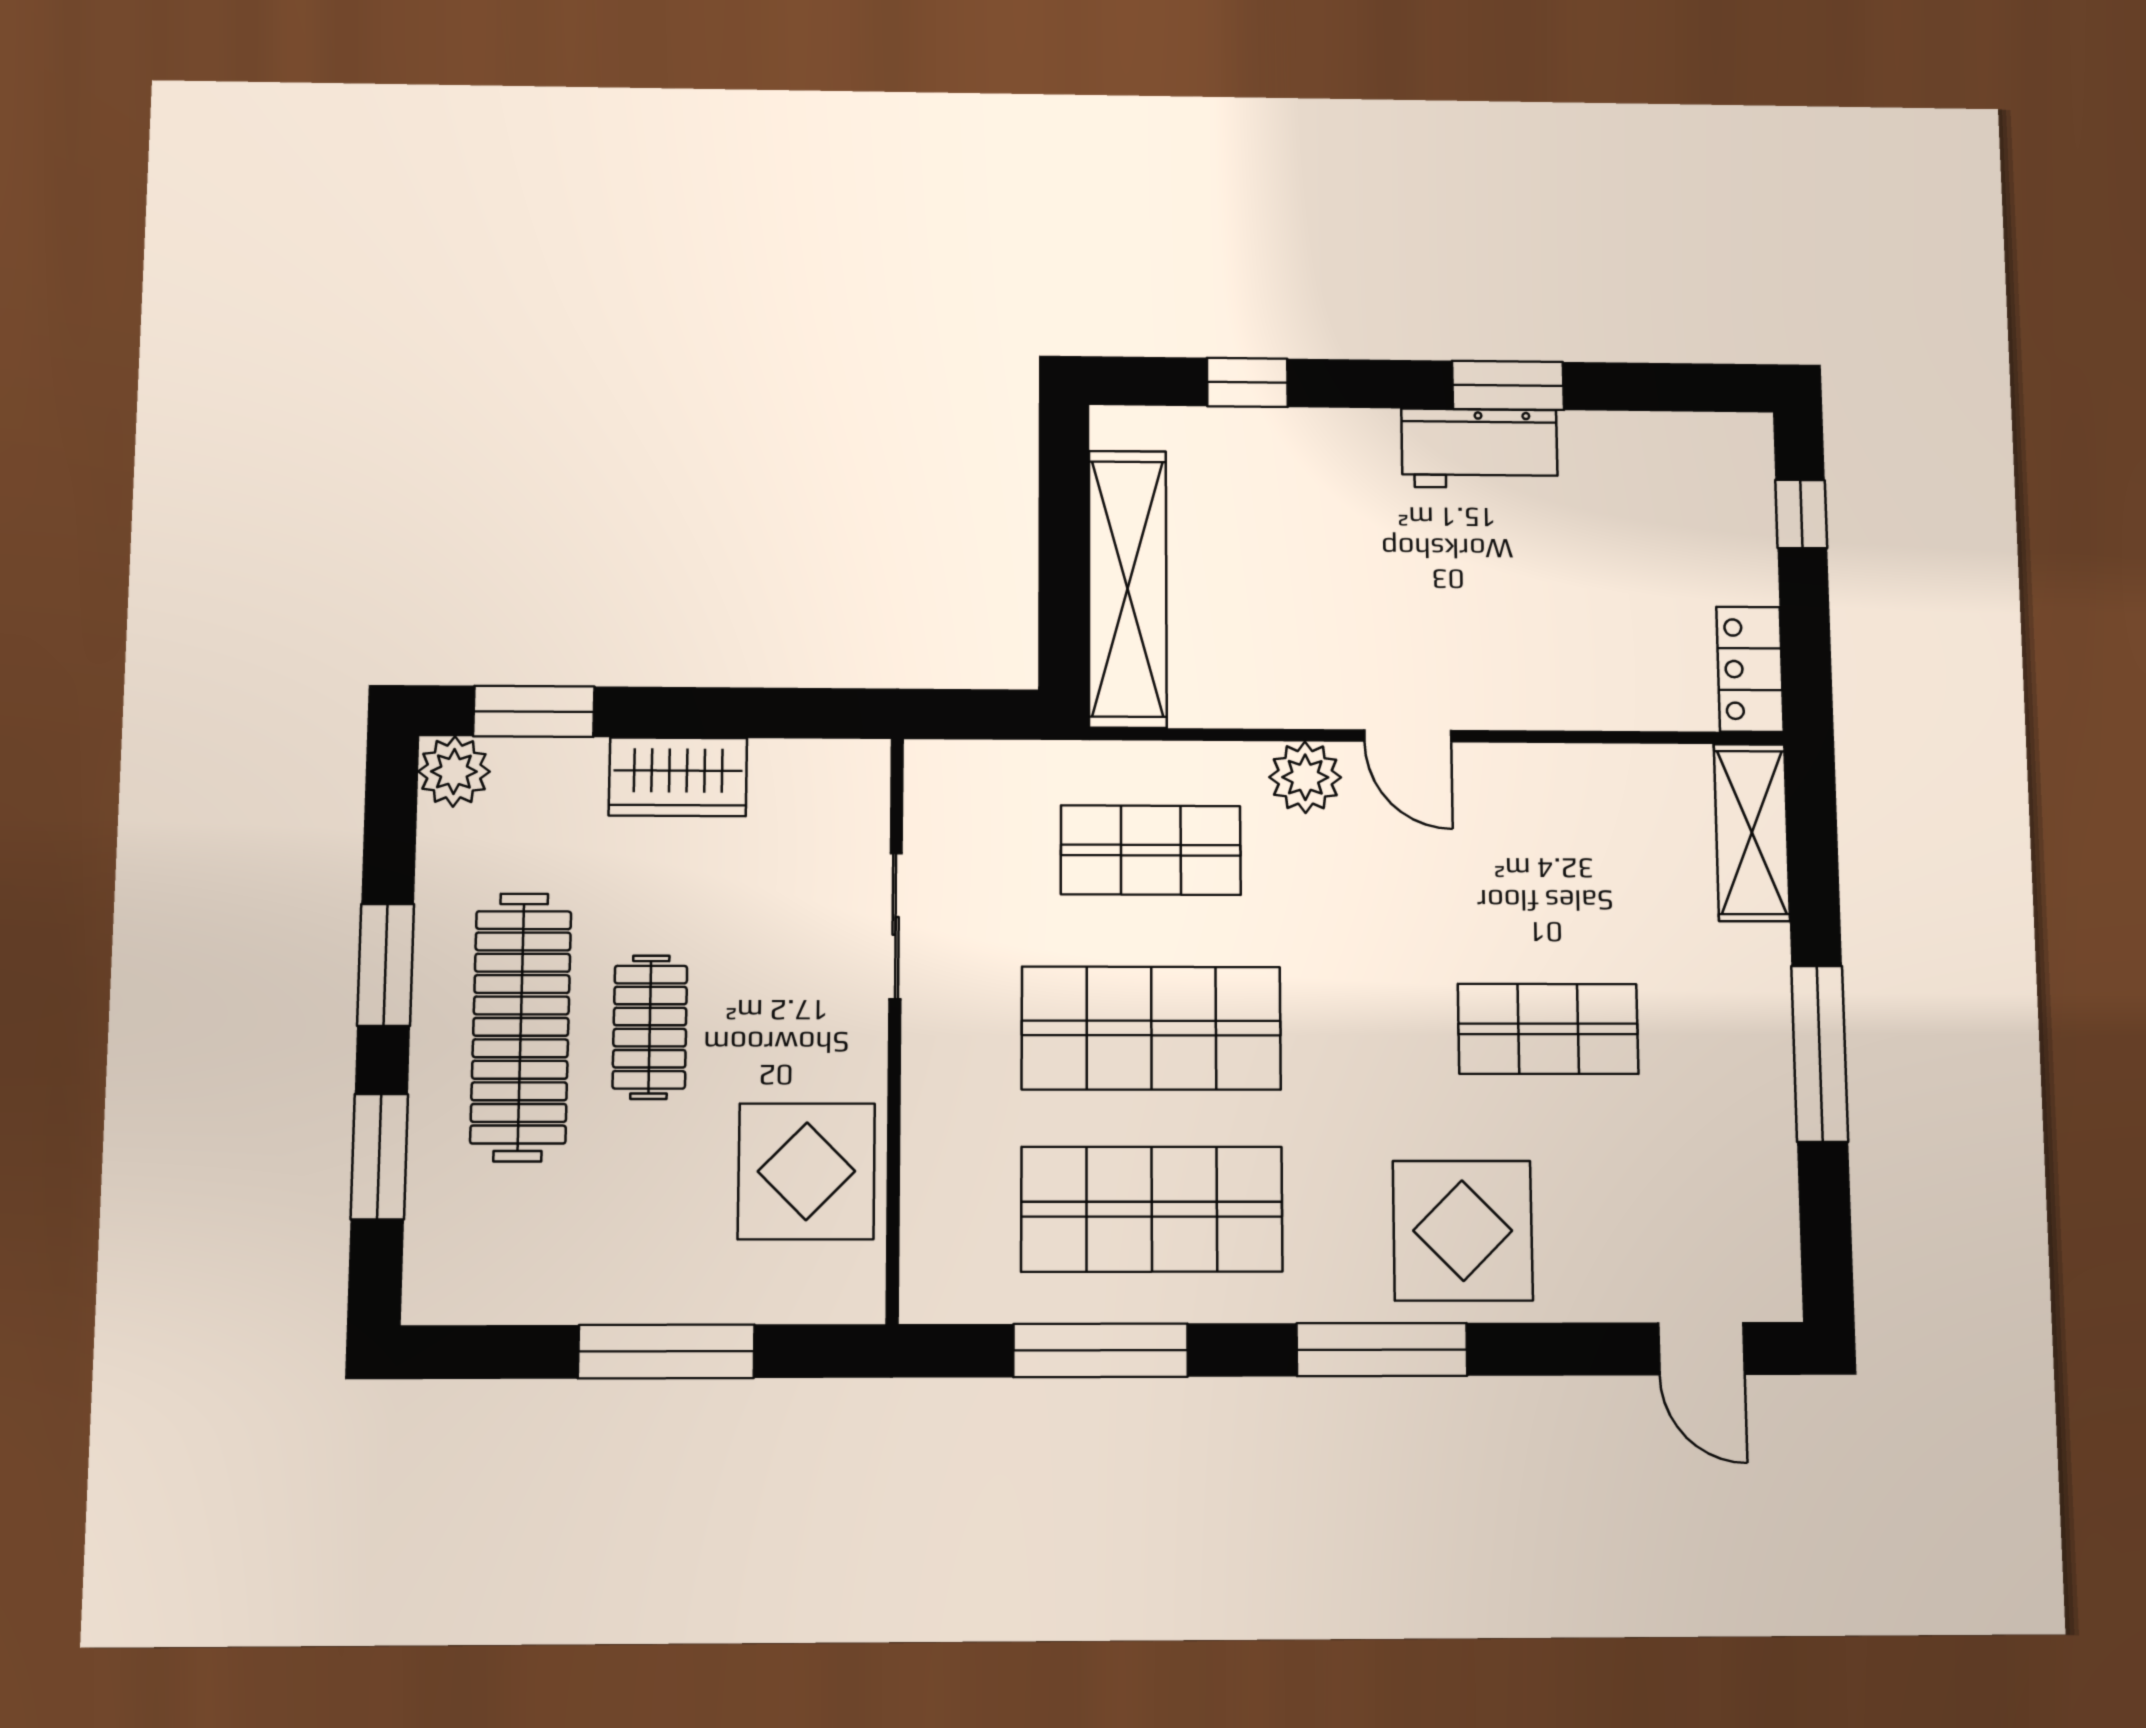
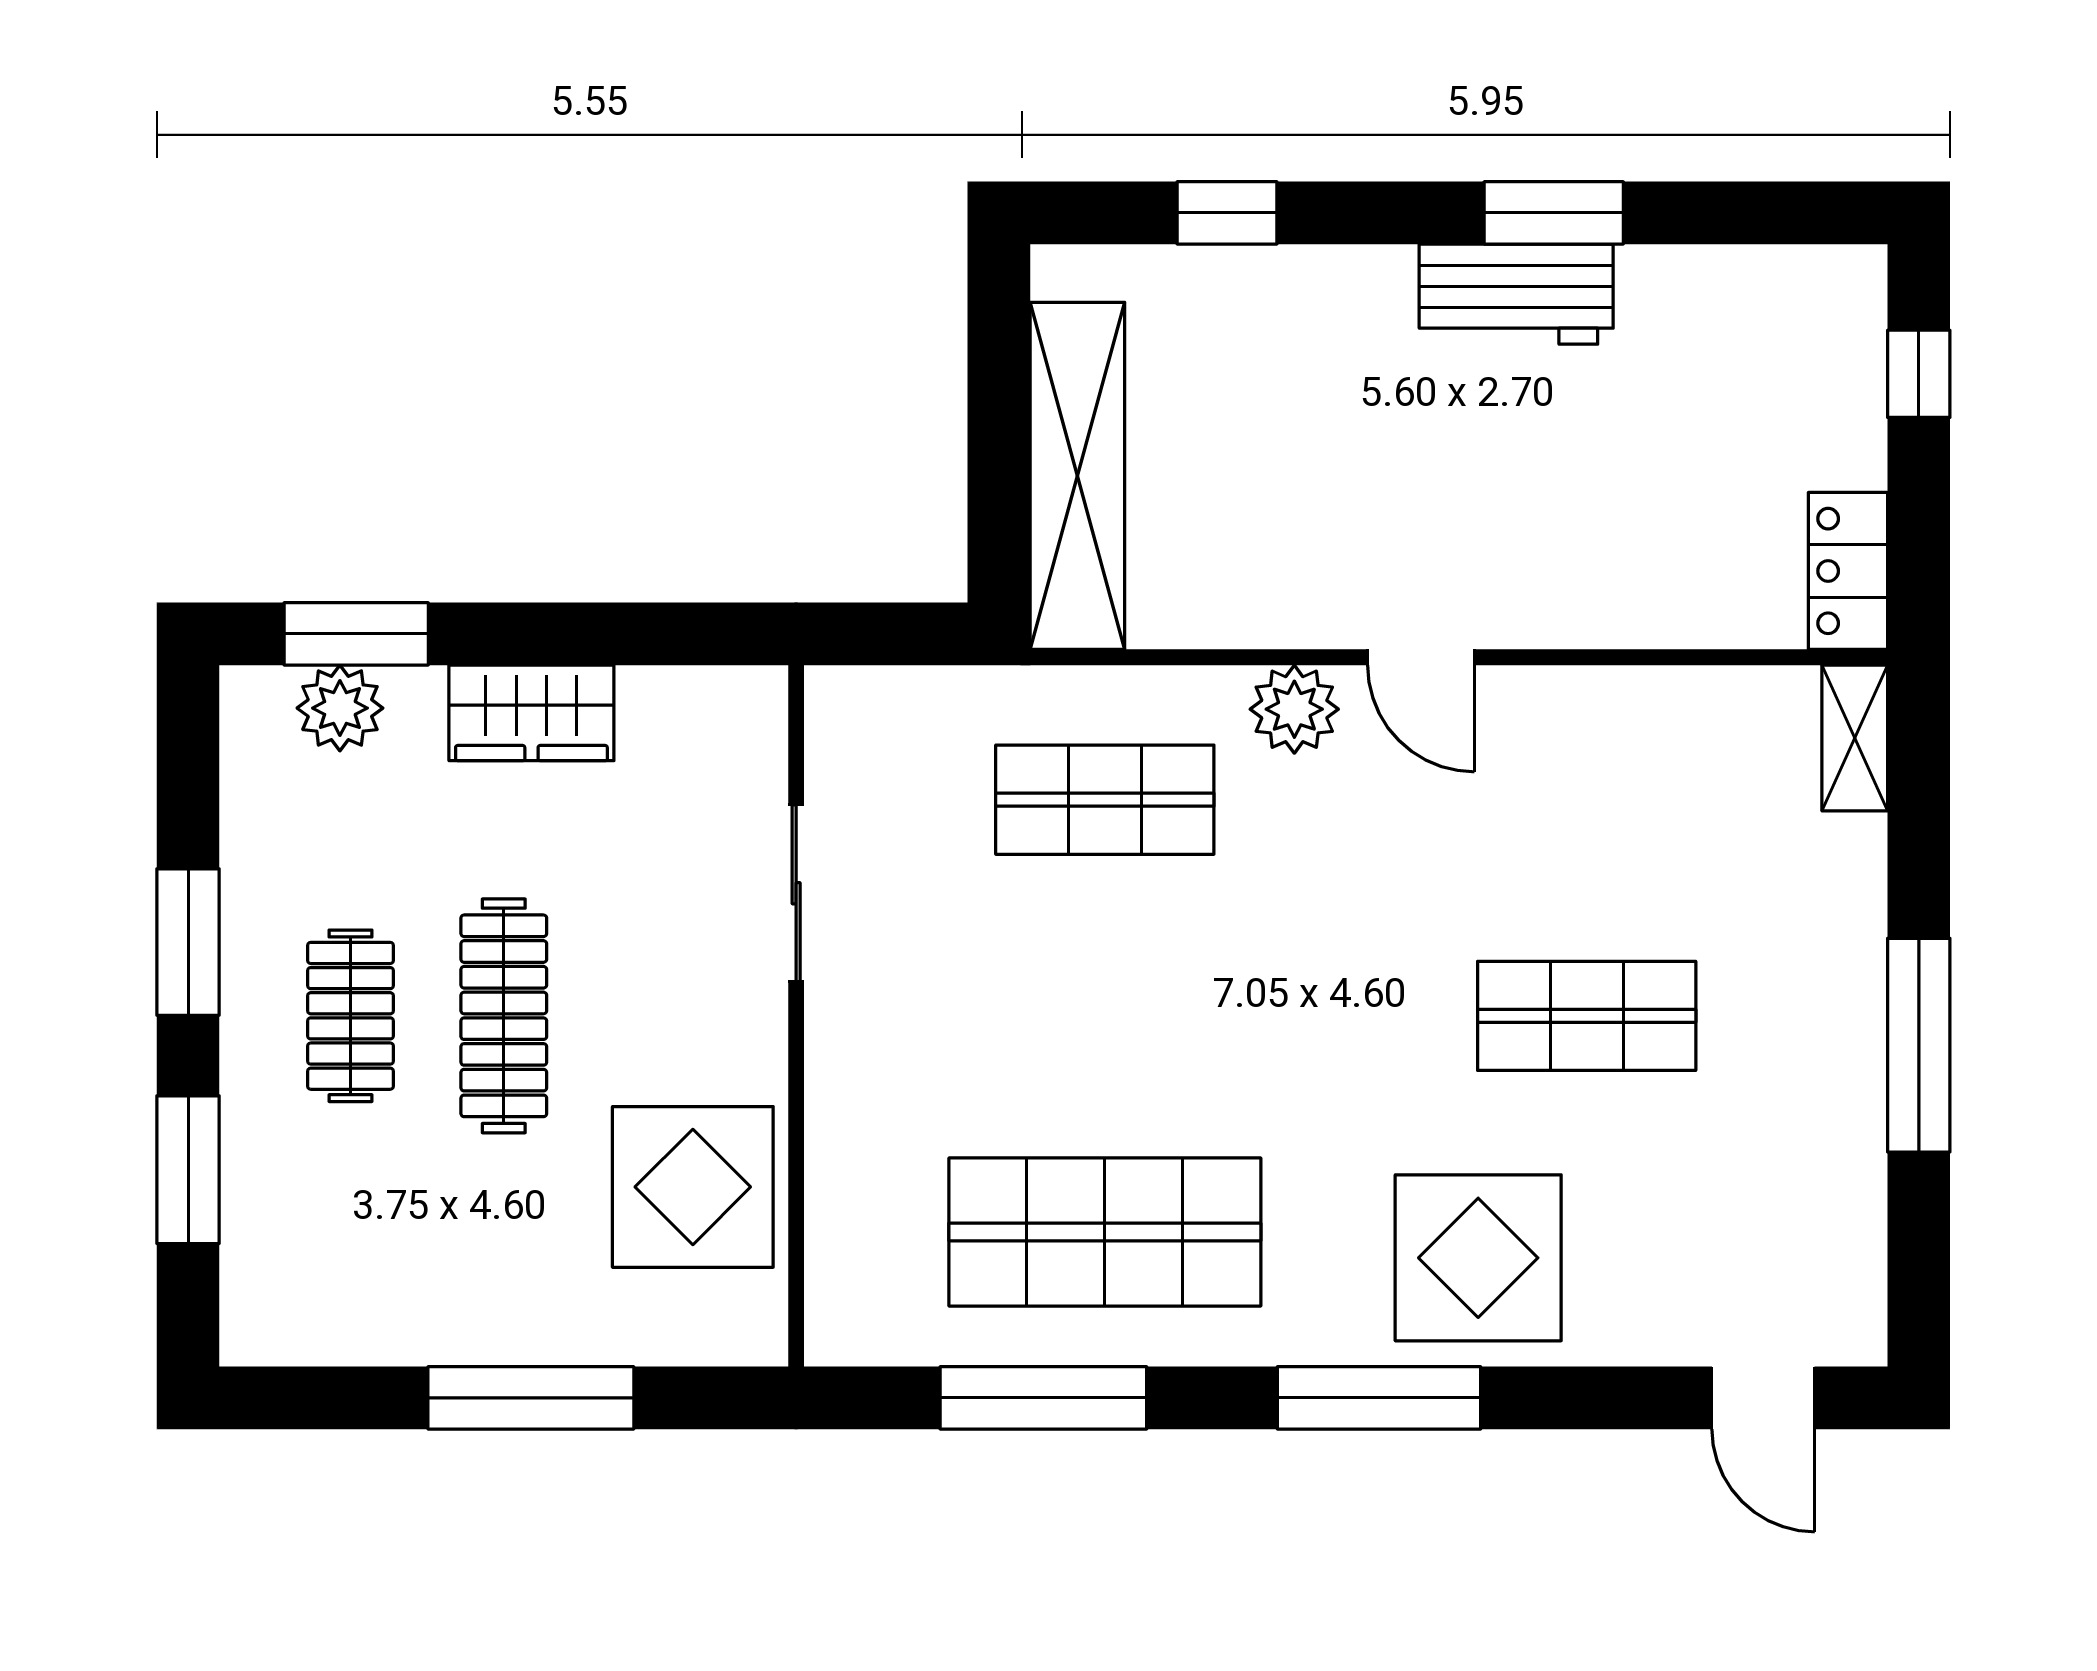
plant: (454, 771) -> (340, 708), moved
shelving: (1752, 832) -> (1855, 738), width x0.67, depth x0.75
clothes rail: (521, 1027) -> (350, 1016), width x0.54, depth x0.76
clothes rail: (650, 1027) -> (504, 1016), width x1.36
shop shelf: (1151, 1028) -> (1105, 1016), removed

